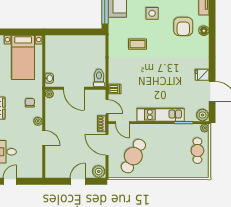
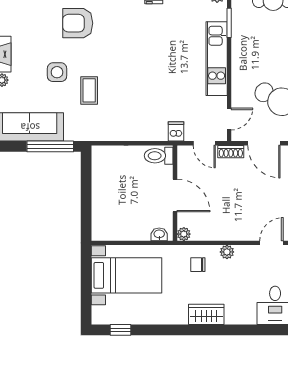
armchair: (183, 26) -> (78, 23), turned 180
coffee table: (137, 44) -> (89, 90), moved
door: (74, 88) -> (175, 195), hinge flipped
door: (107, 107) -> (204, 143), swing flipped
door: (44, 138) -> (271, 243), moved
door: (107, 145) -> (264, 143), hinge flipped

